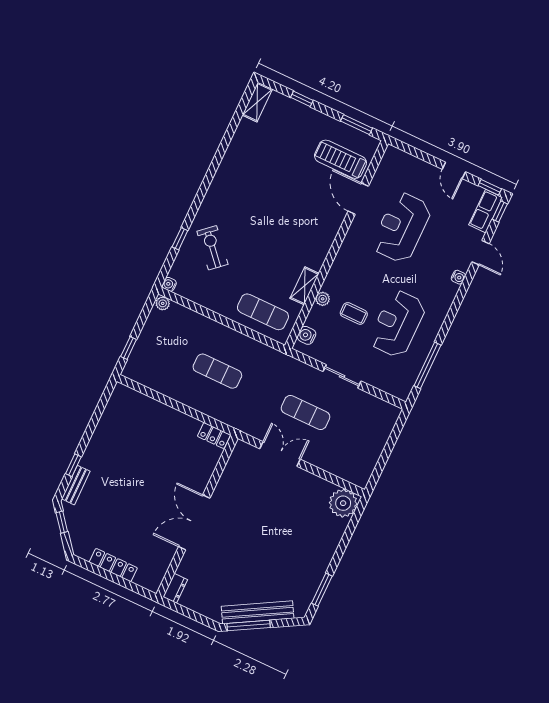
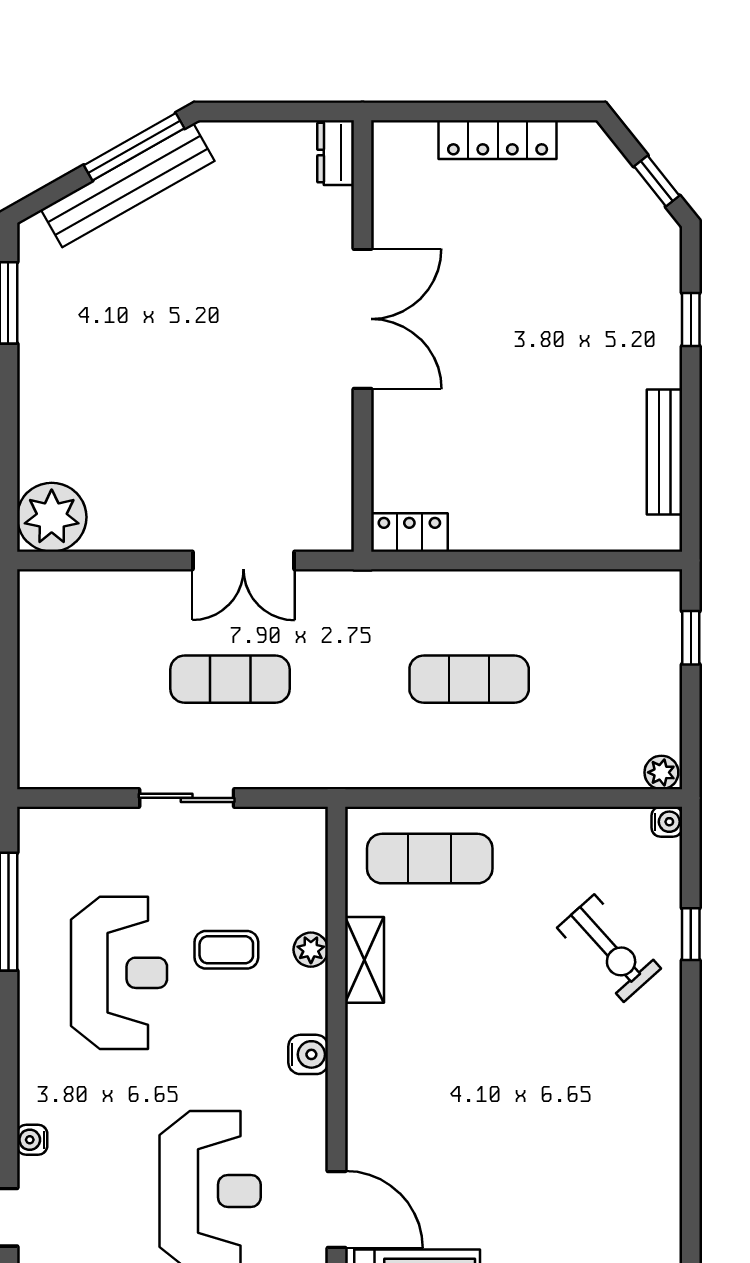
water cooler: (307, 335) -> (308, 1054), moved
bench: (76, 485) -> (664, 452), moved, width x1.36

